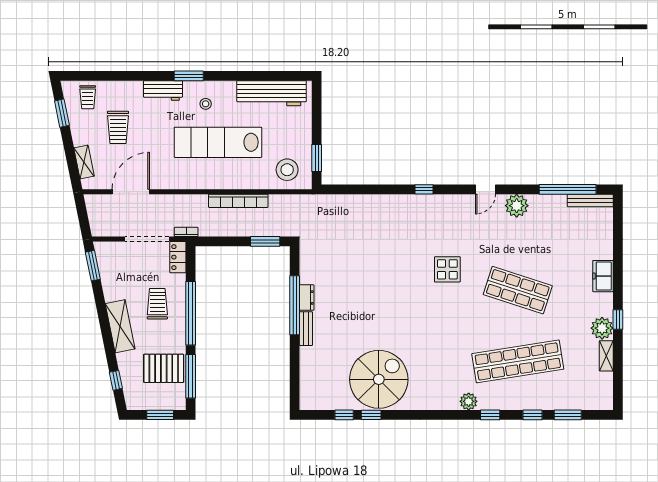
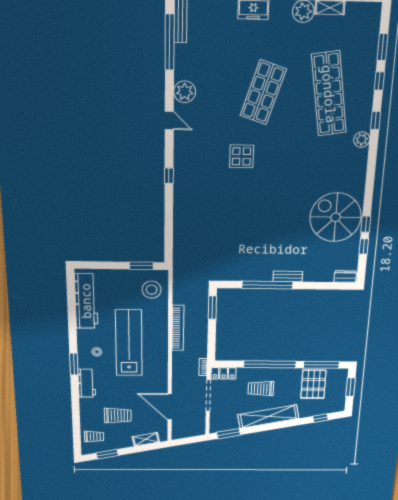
lab bench: (218, 142) -> (129, 343), turned 180
dresser: (307, 298) -> (345, 276), moved
shelving: (120, 326) -> (268, 417), width x1.47

